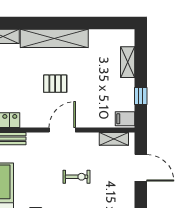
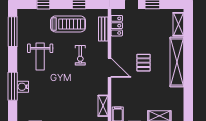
exercise bike: (76, 177) -> (80, 55), moved

